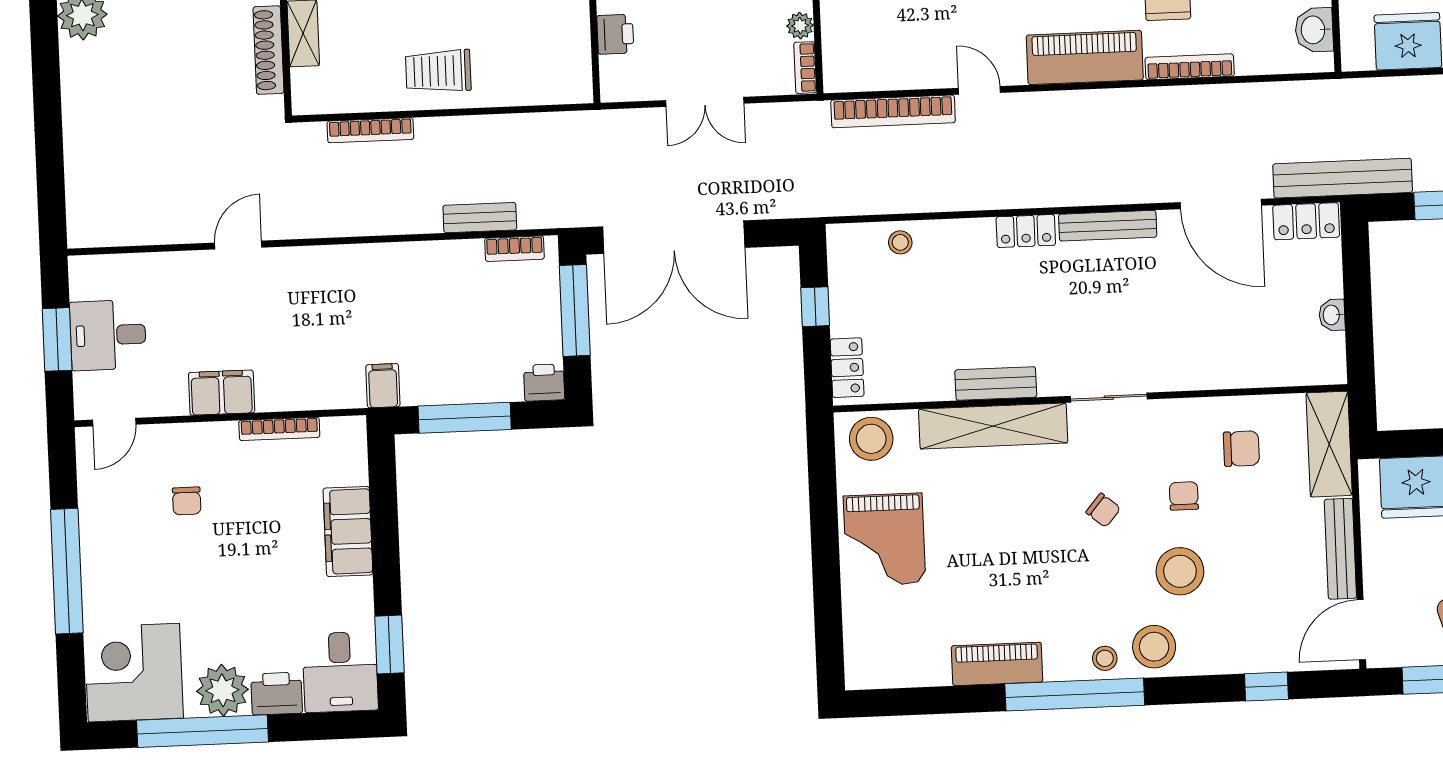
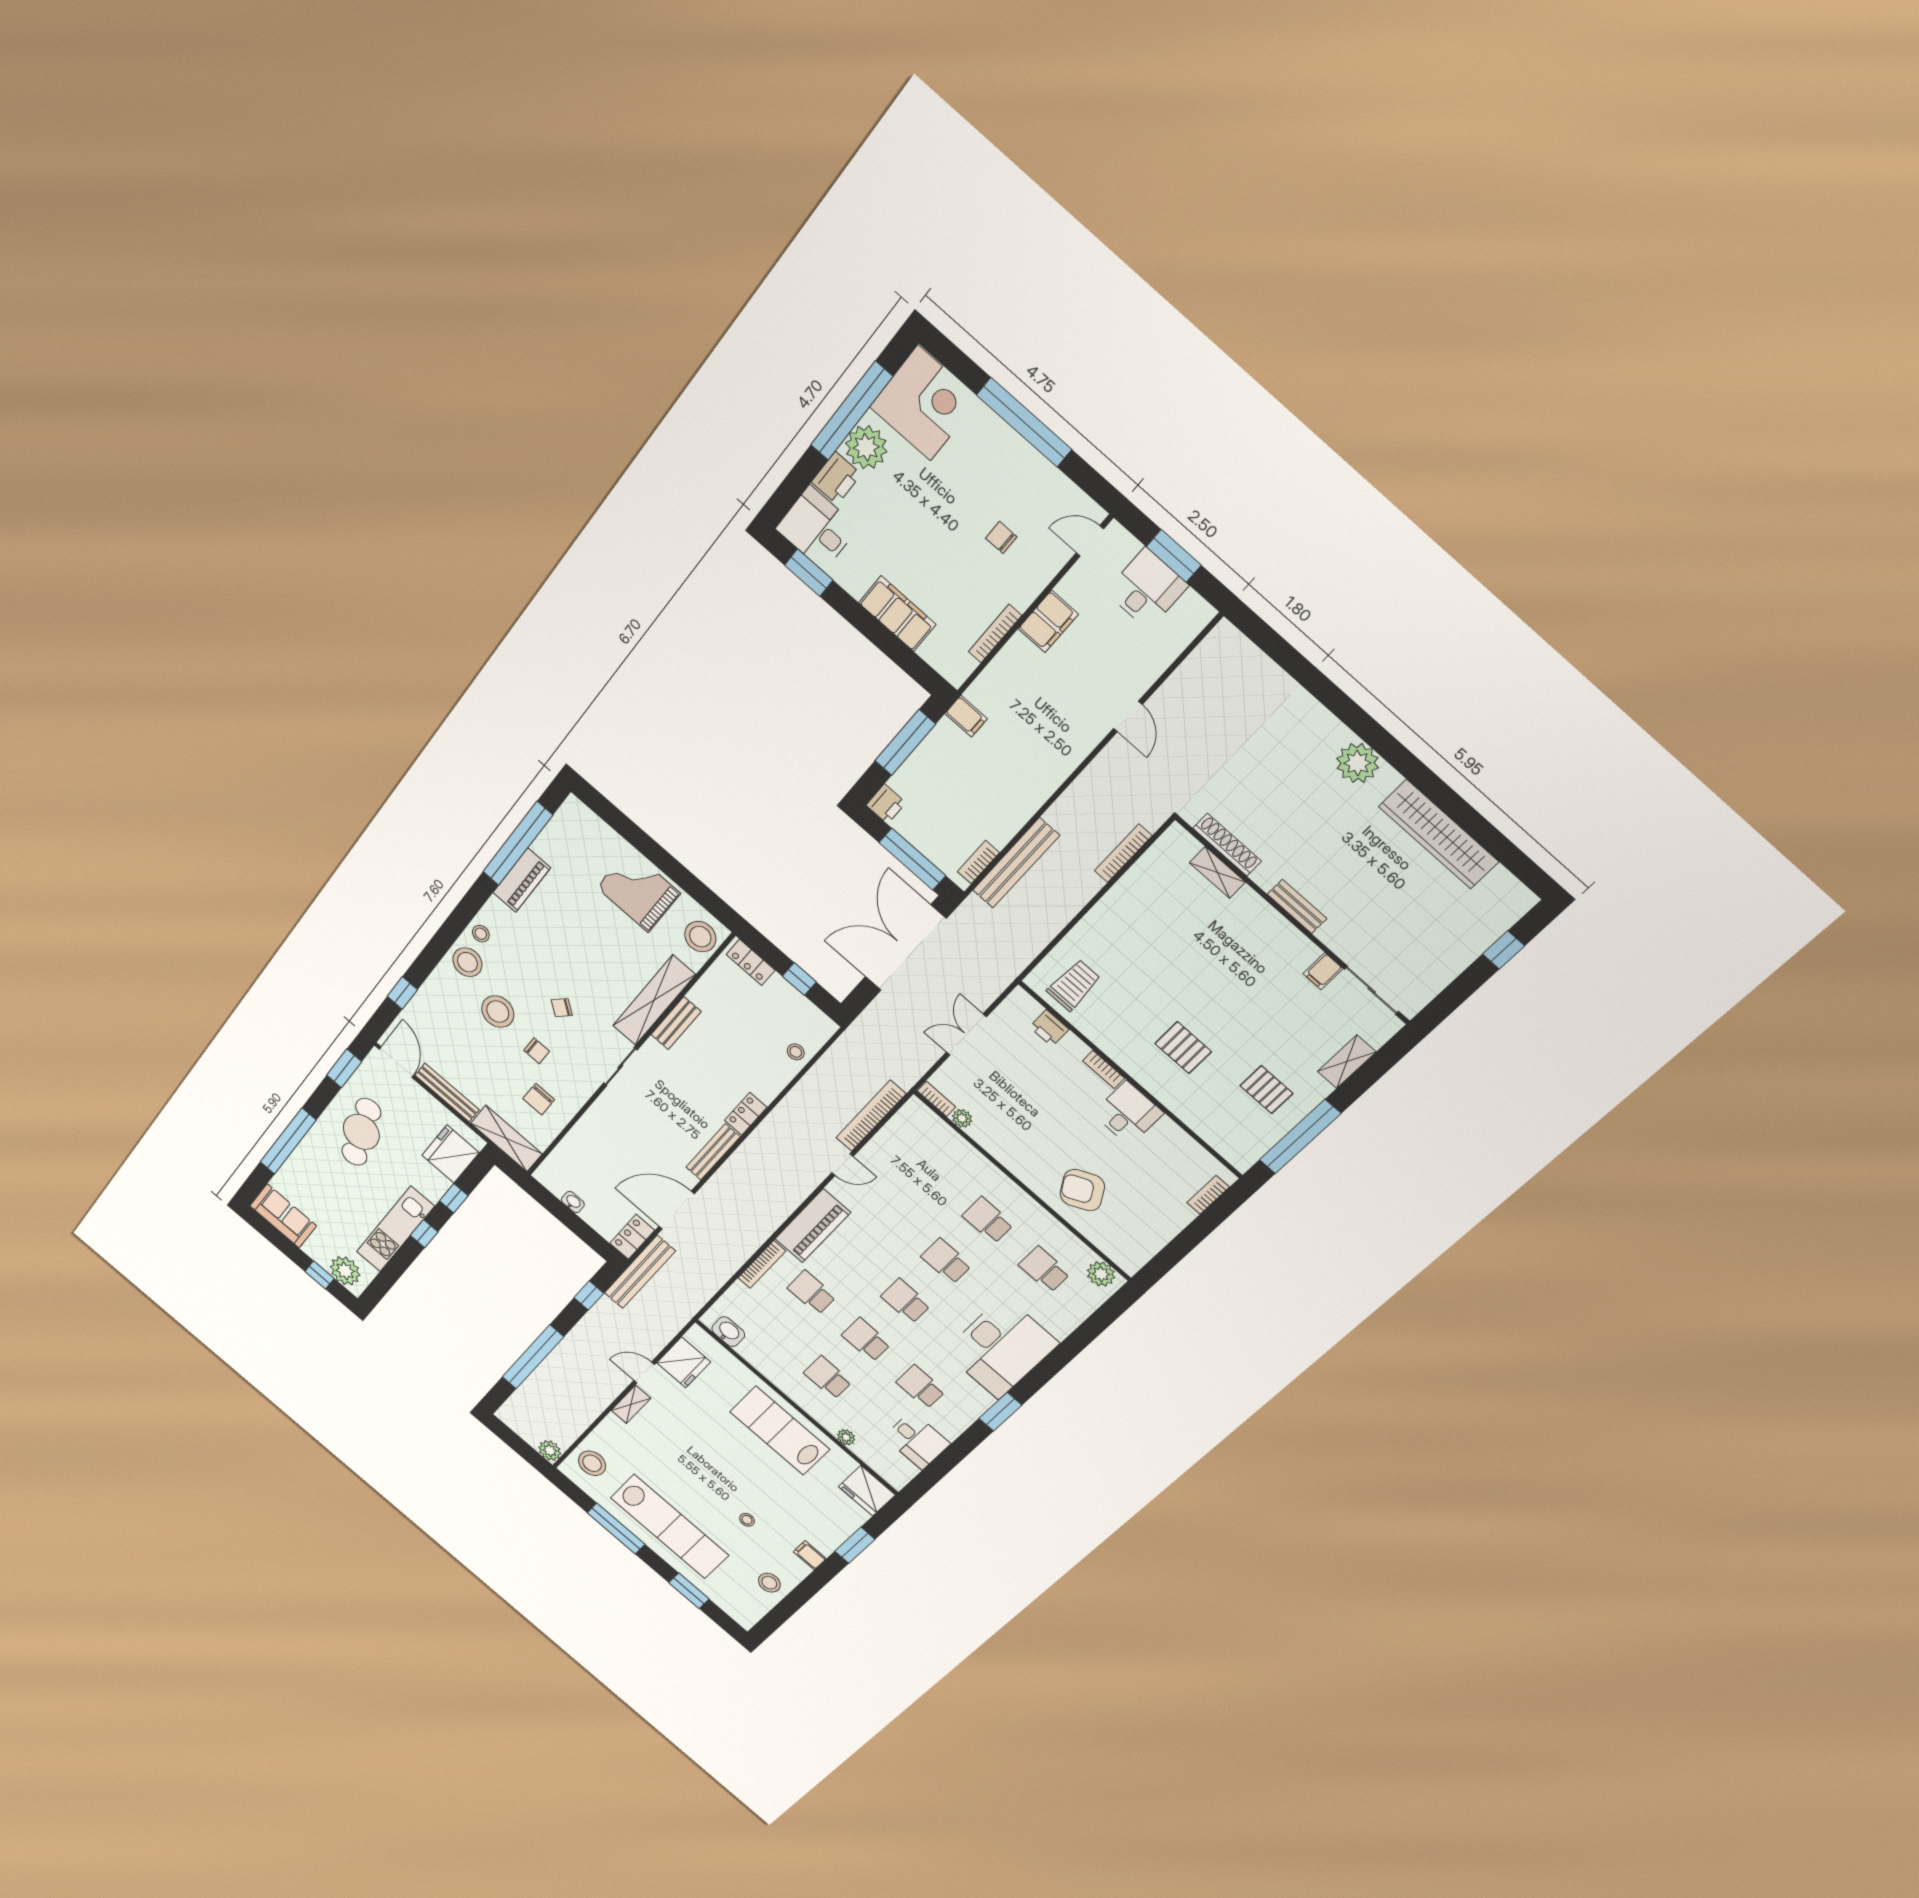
trolley: (438, 71) -> (1074, 985), moved
bench: (480, 218) -> (1016, 863), width x1.86, depth x1.21
door: (114, 422) -> (1090, 541), hinge flipped
window: (1075, 695) -> (518, 843), moved

